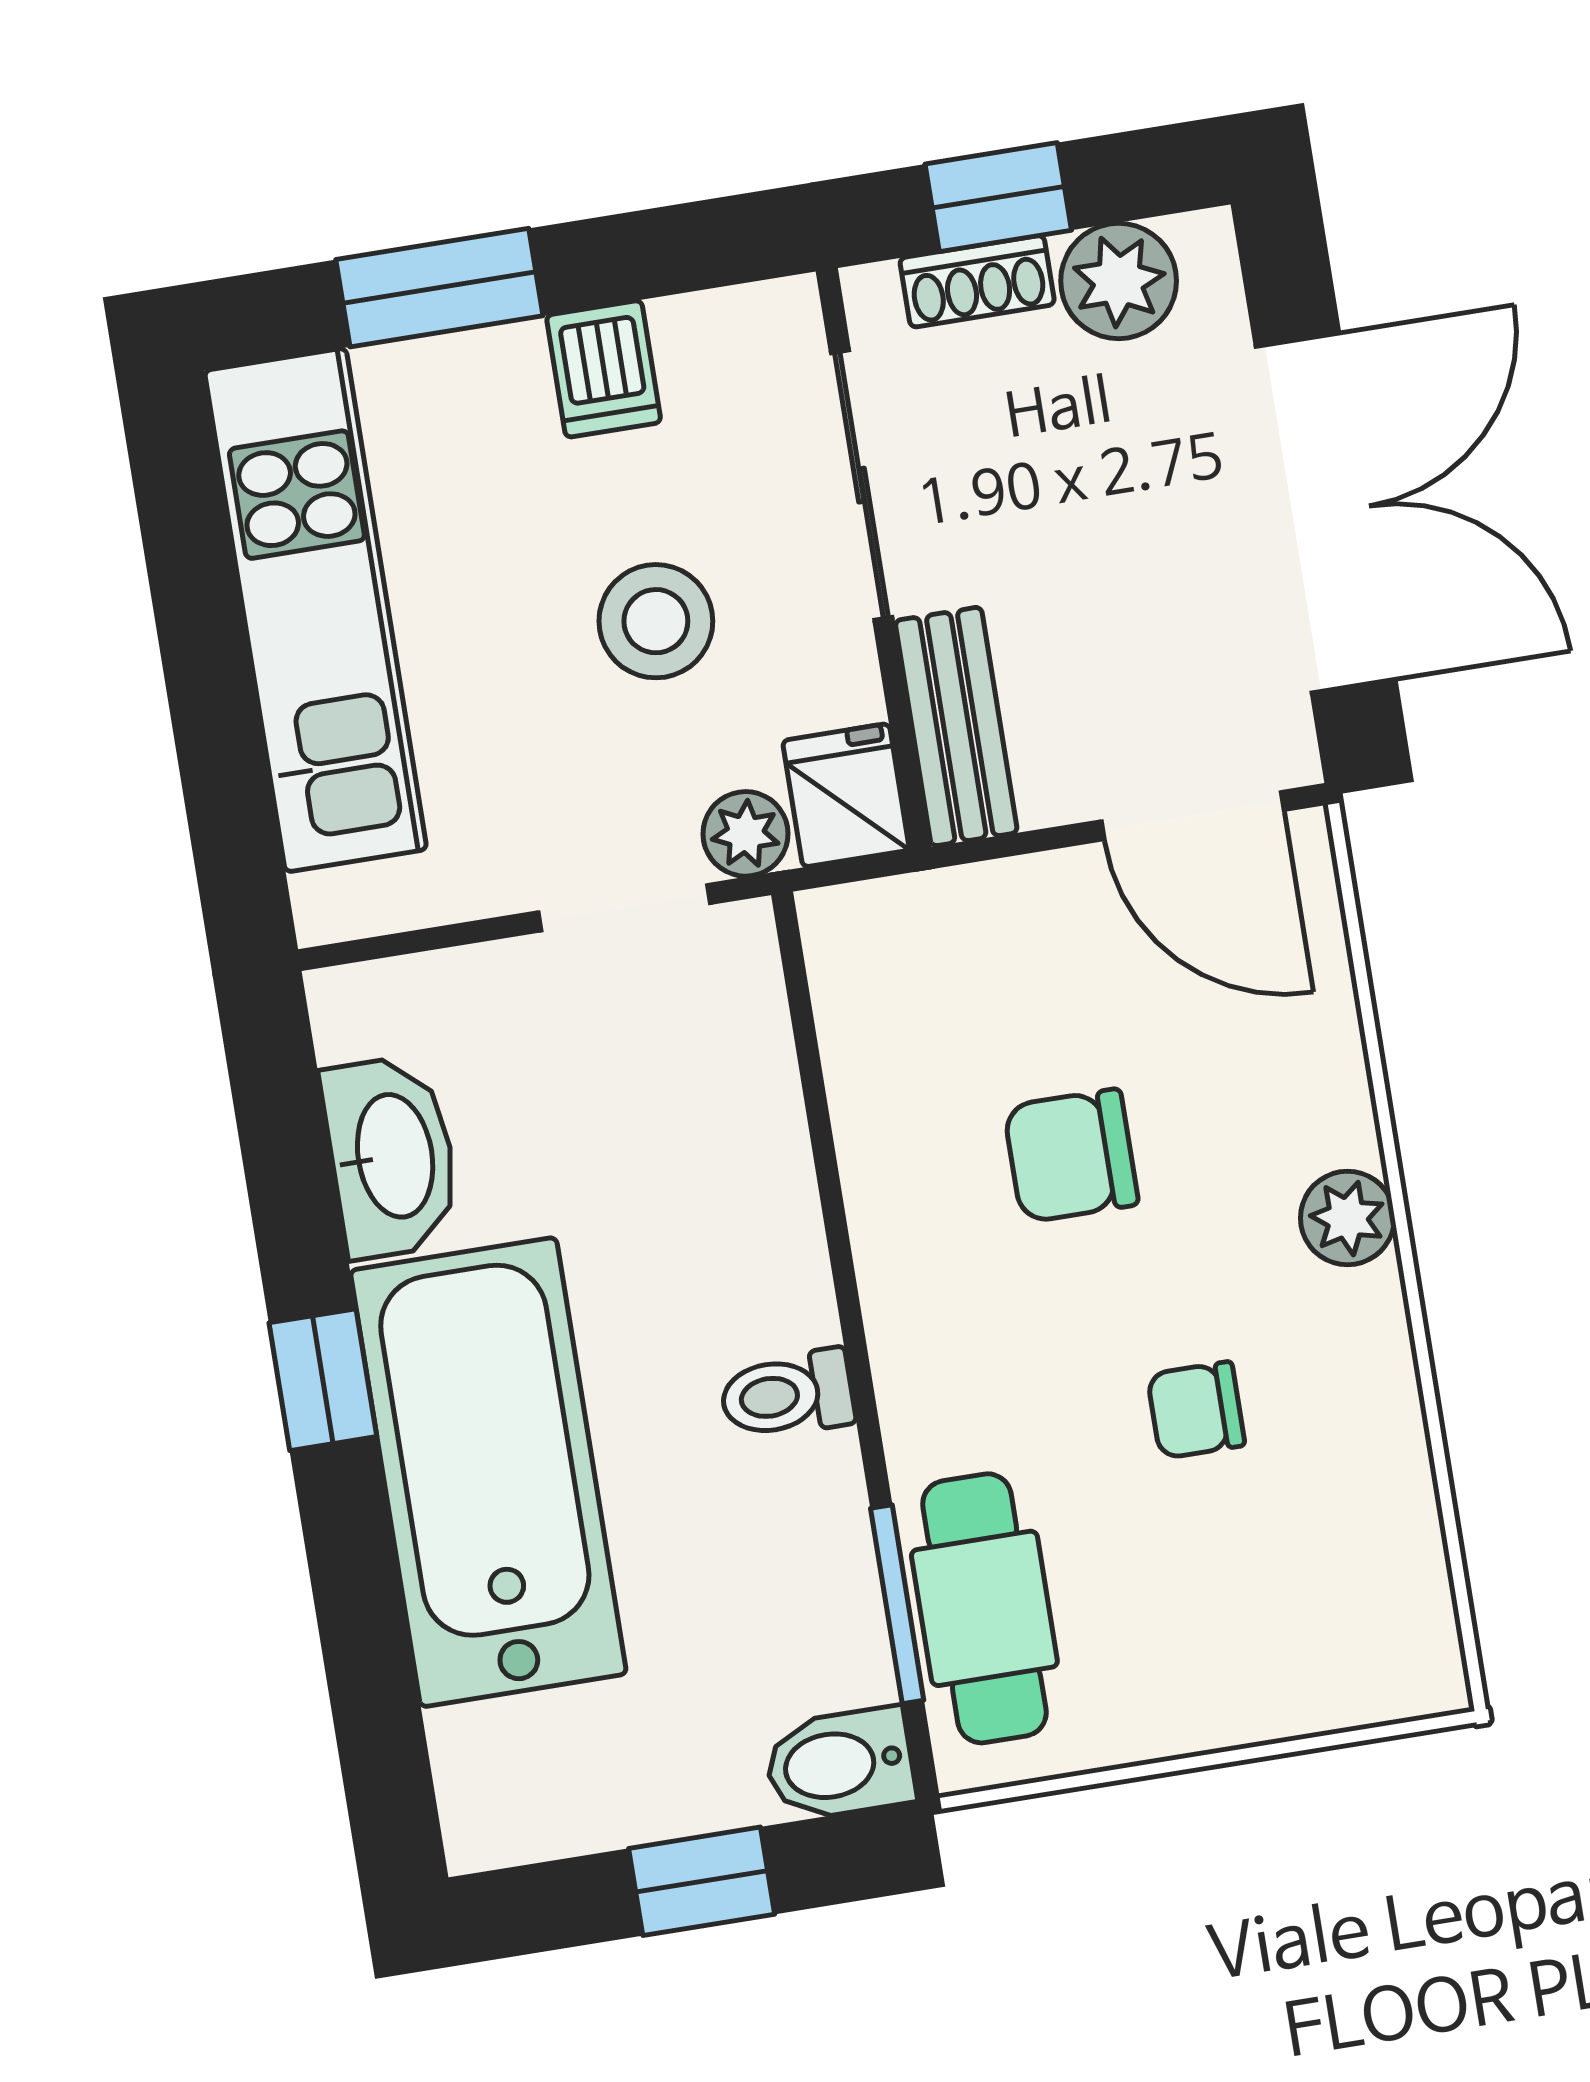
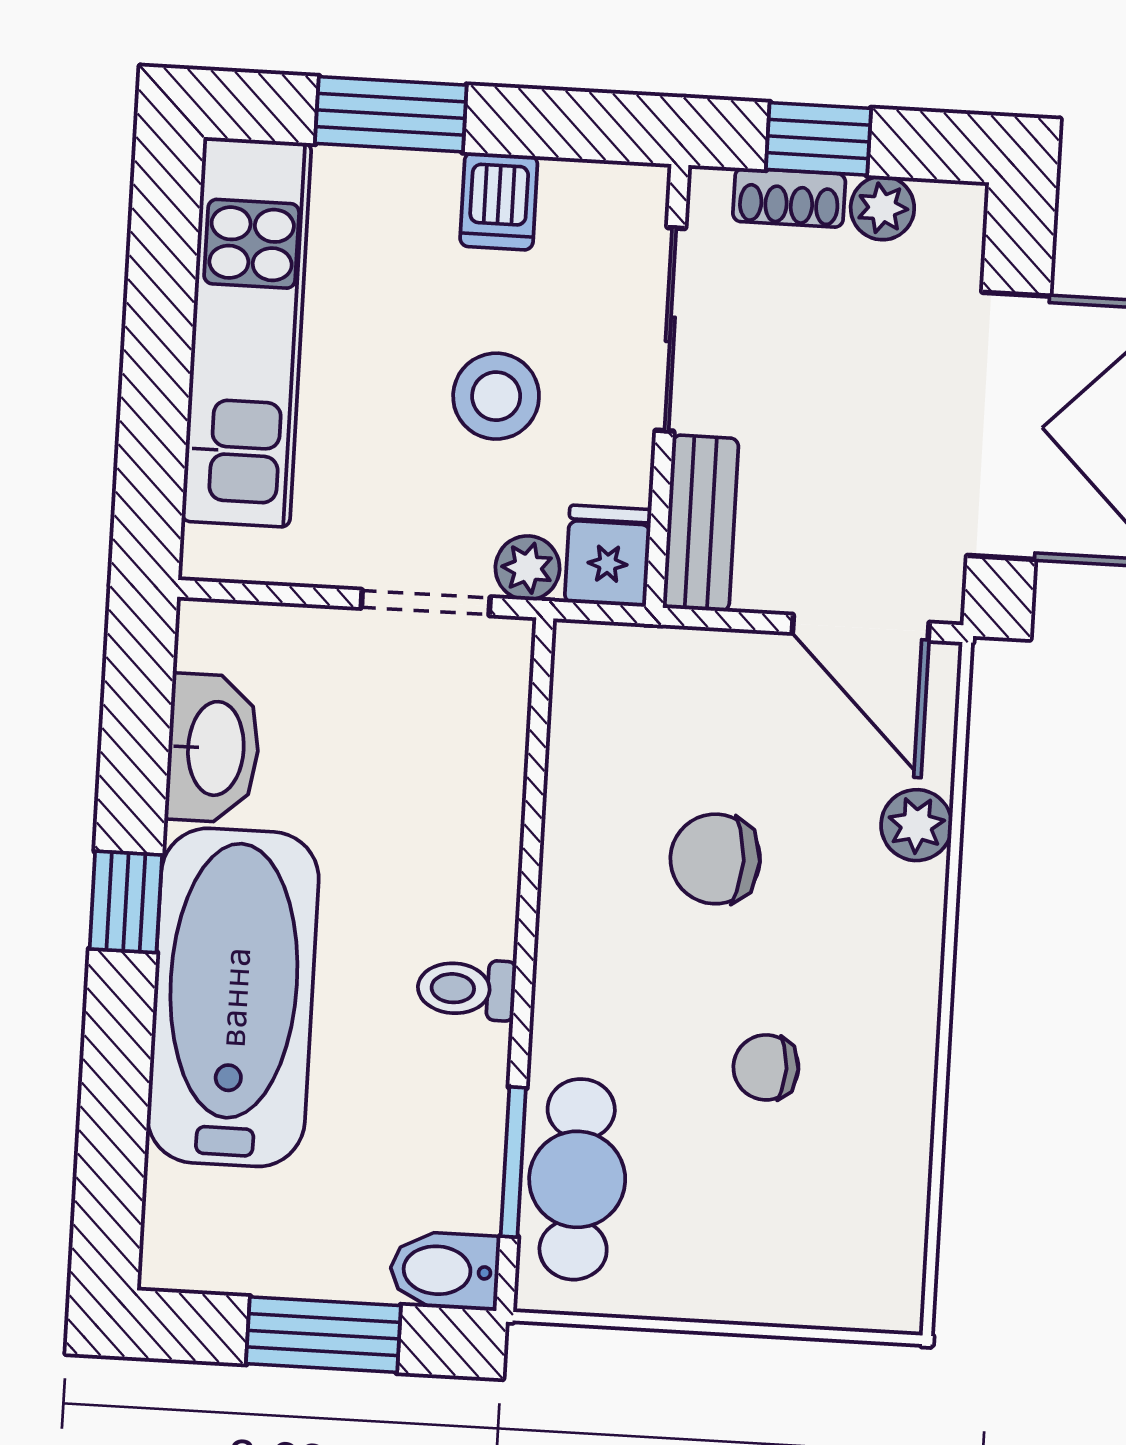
plant: (1119, 281) -> (882, 208), width x0.73, depth x0.73
plant: (1347, 1218) -> (916, 825), moved
window: (702, 1881) -> (323, 1335), width x1.50

